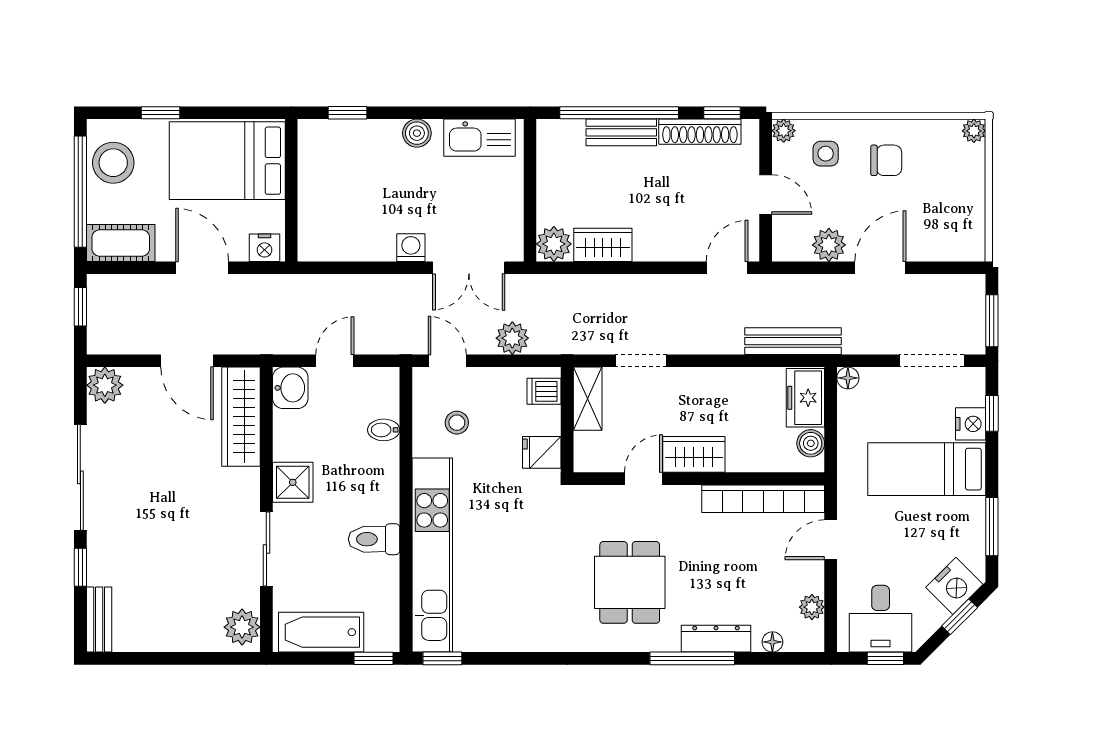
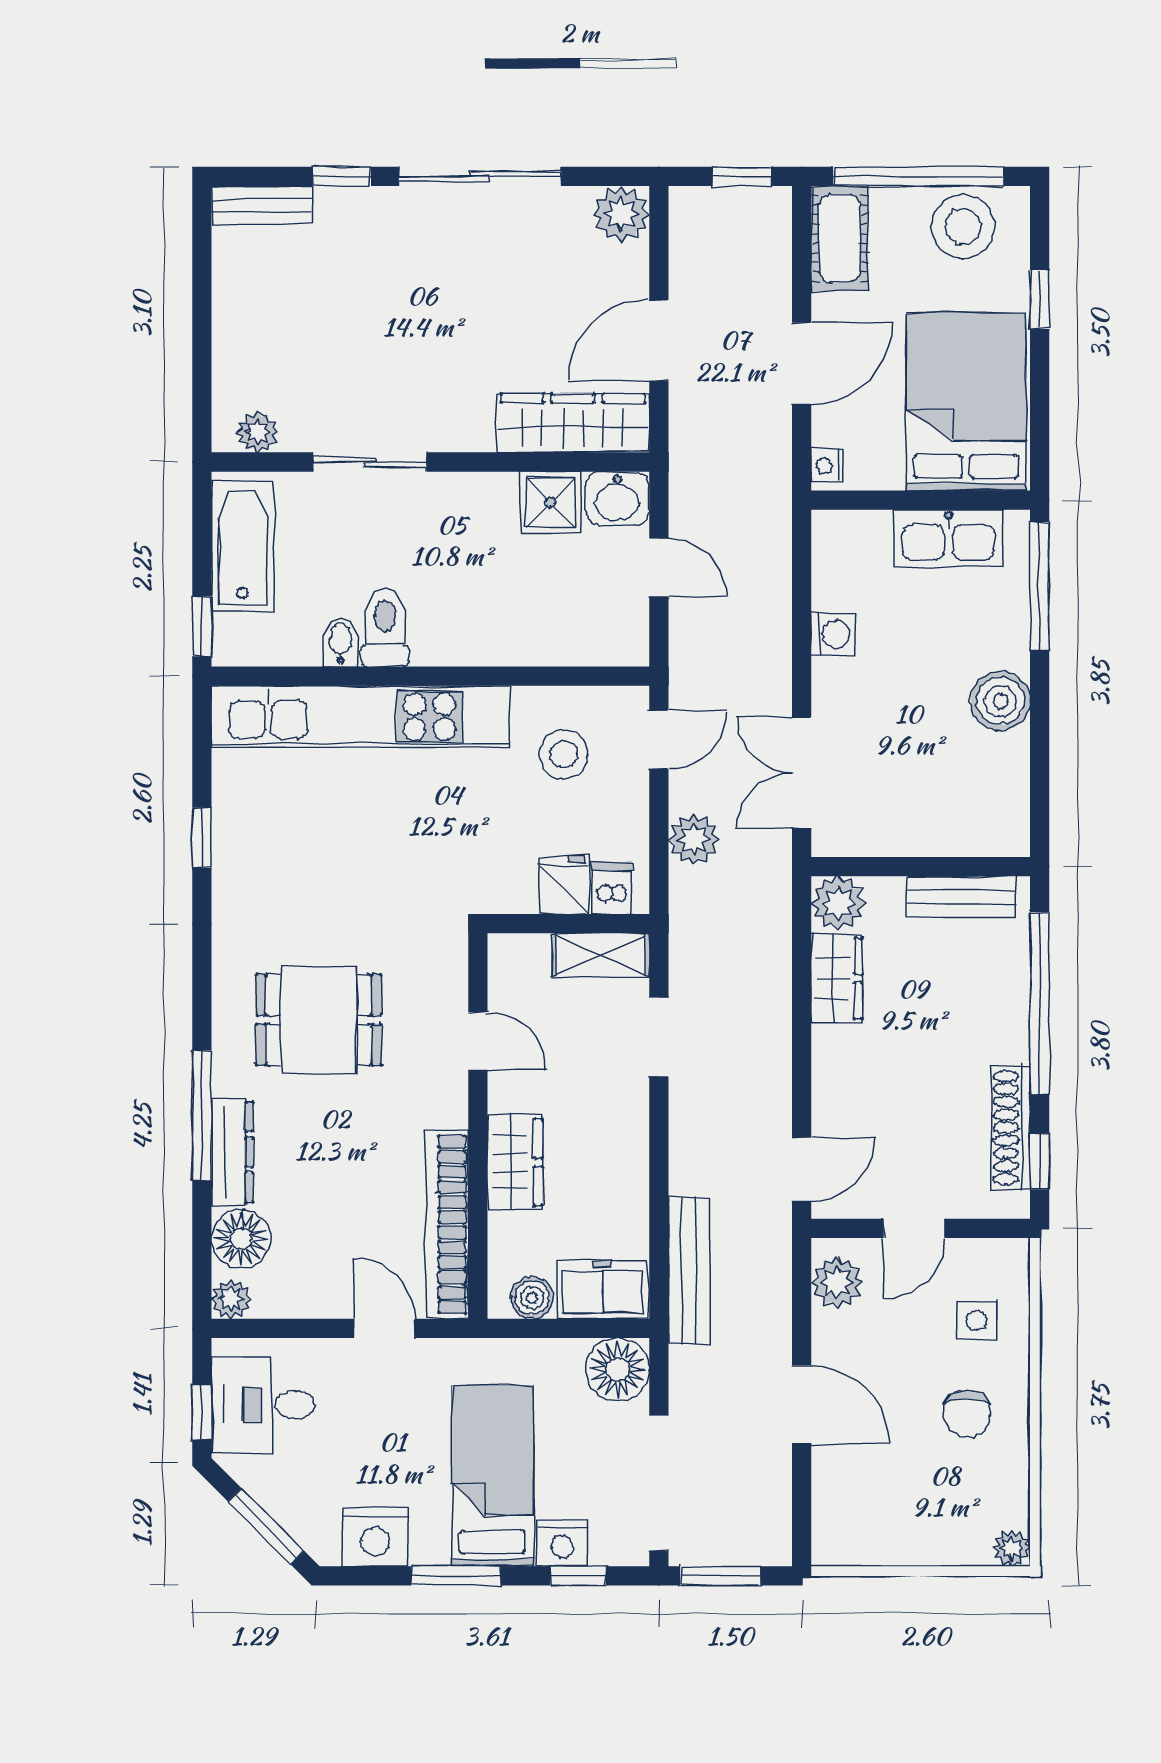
window: (348, 113) -> (1040, 587), width x2.17
plant: (784, 131) -> (1012, 1256), removed
bench: (621, 132) -> (961, 897), moved, turned 90
boiler: (417, 133) -> (1000, 701), width x1.36, depth x1.36
kitchen sink: (479, 138) -> (949, 538), moved, turned -90
plant: (829, 245) -> (837, 1282), moved
nightstand: (265, 248) -> (827, 466), width x0.72, depth x0.74
washing machine: (411, 248) -> (833, 634), moved
door: (727, 268) -> (802, 1169), hinge flipped
doorway: (932, 361) -> (659, 1483), width x1.36
floor lamp: (848, 378) -> (618, 1370), width x1.89, depth x1.89
stool: (457, 423) -> (564, 754), width x1.37, depth x1.37
bidet: (384, 430) -> (341, 642), moved
fridge: (542, 452) -> (563, 885), moved
wardrobe: (694, 454) -> (515, 1162), moved
shower: (293, 482) -> (551, 502), moved
window: (992, 527) -> (456, 1576), moved
nightstand: (954, 586) -> (375, 1537), moved, turned -45
plant: (812, 607) -> (231, 1299), moved
window: (960, 617) -> (266, 1526), width x1.50
plant: (242, 627) -> (258, 432), width x0.73, depth x0.73
floor lamp: (772, 642) -> (241, 1239), width x1.89, depth x1.89
window: (442, 658) -> (202, 838), moved

